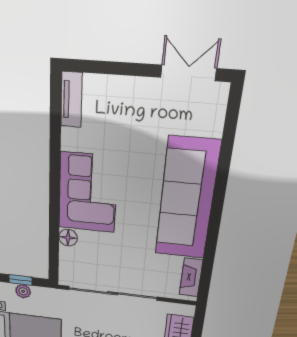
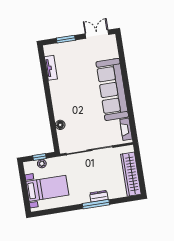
window: (116, 68) -> (66, 39), added
tv unit: (71, 100) -> (51, 68), moved
corner sofa: (88, 193) -> (65, 98), removed

